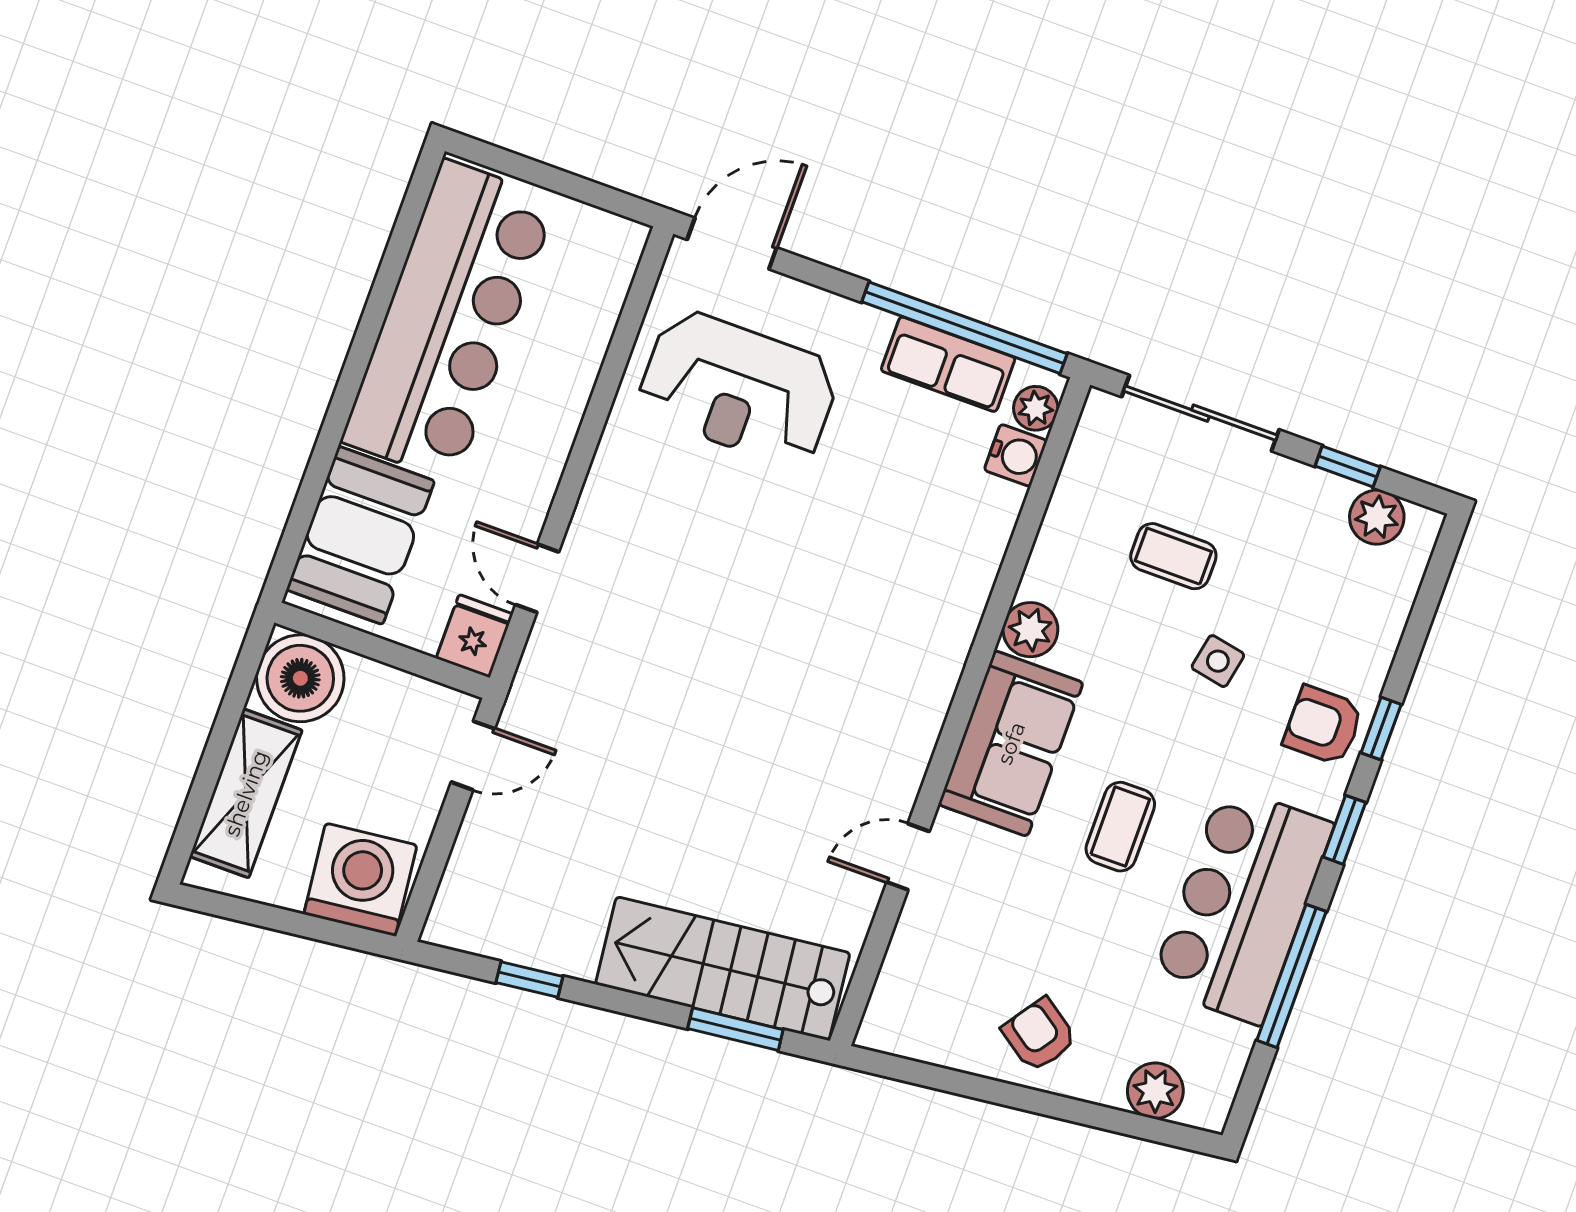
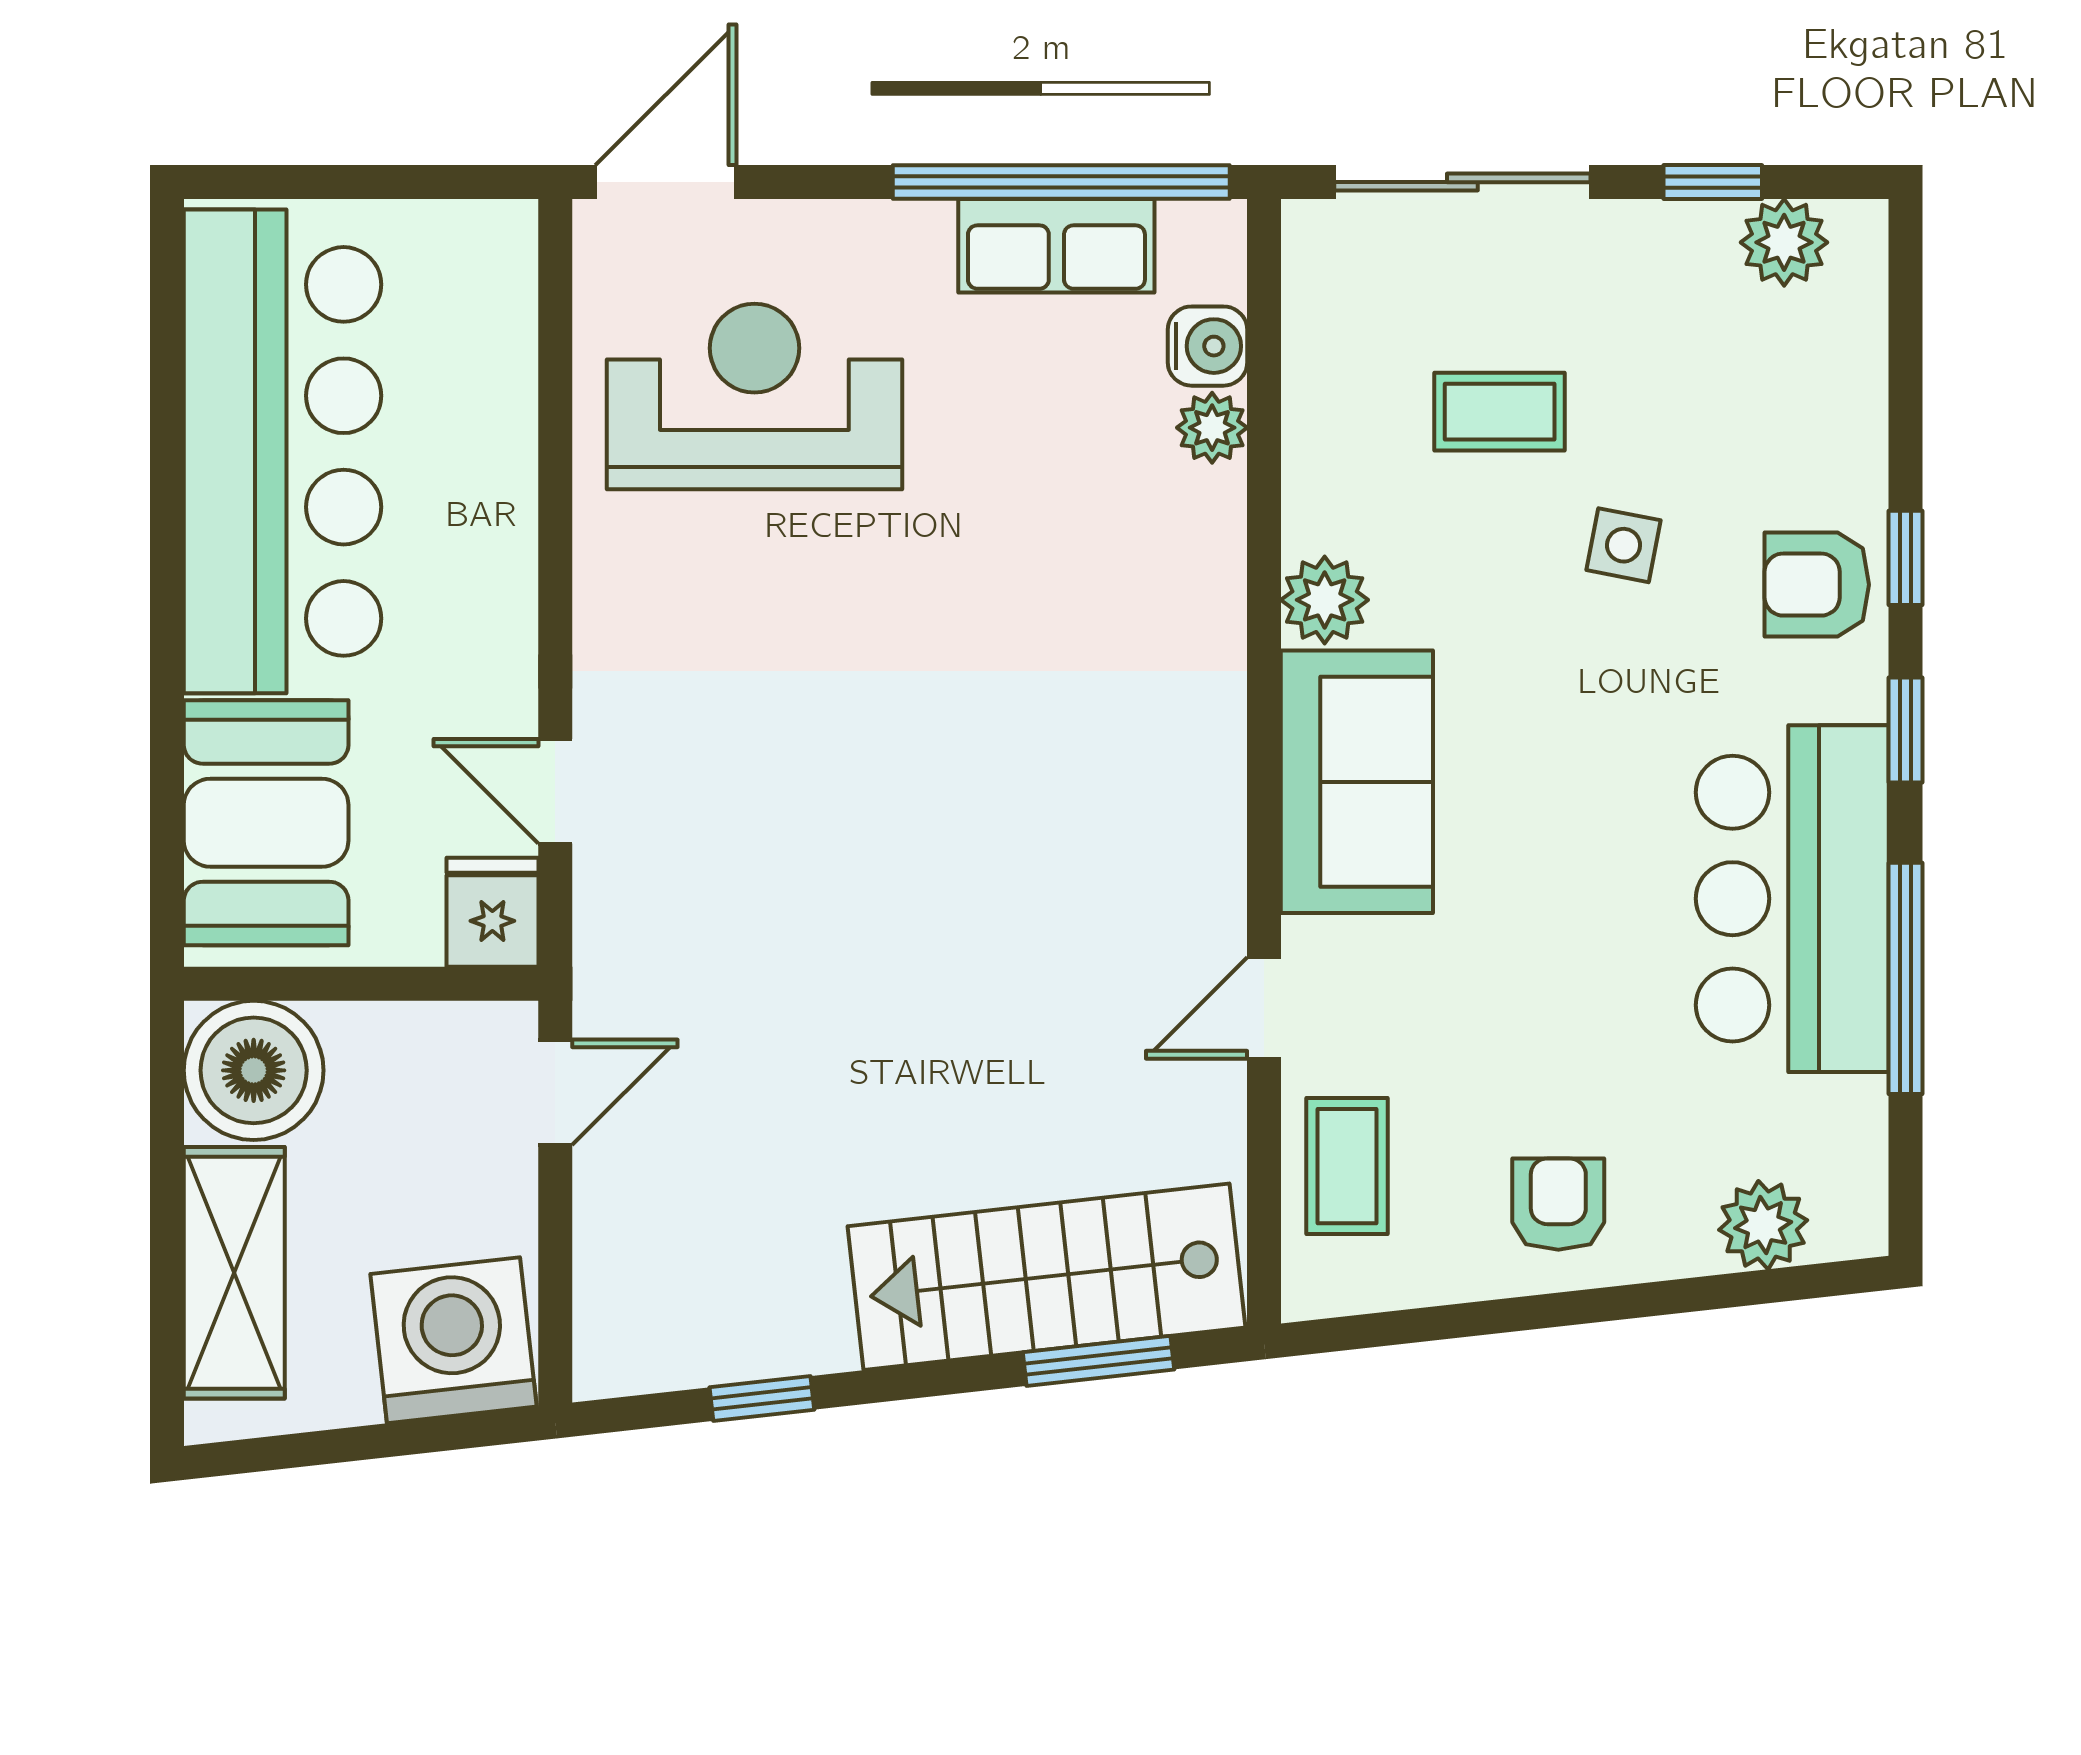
reception desk: (738, 389) -> (754, 396), turned 180
plant: (1036, 408) -> (1212, 428), moved
coffee table: (1120, 827) -> (1347, 1166), moved
armchair: (1039, 1035) -> (1558, 1204), turned 55

